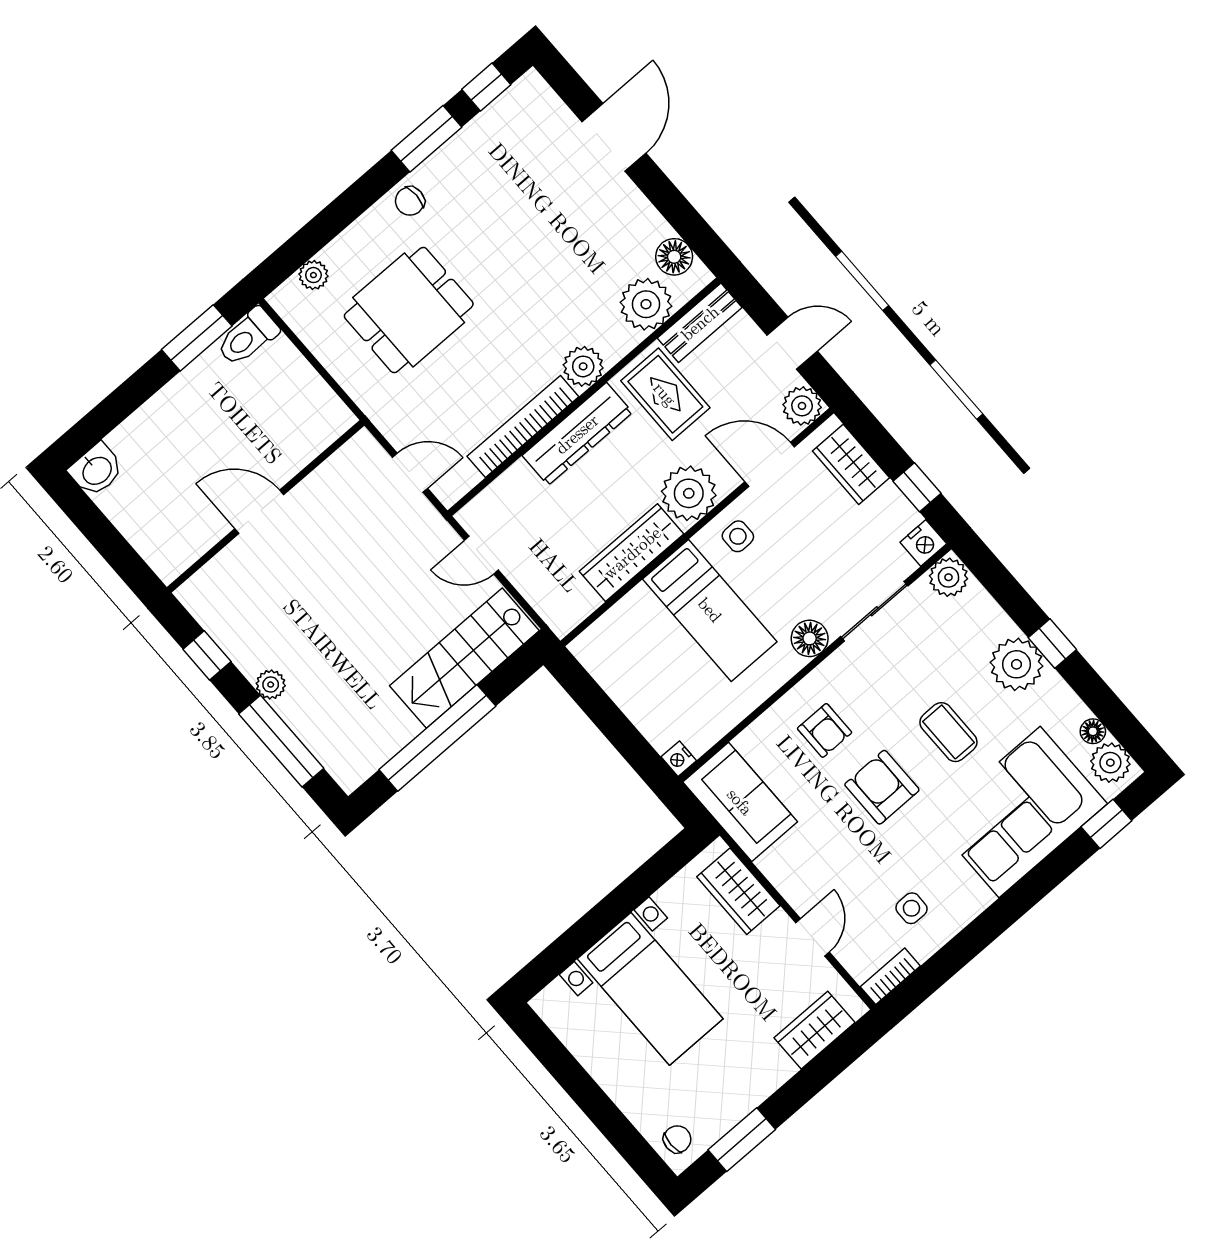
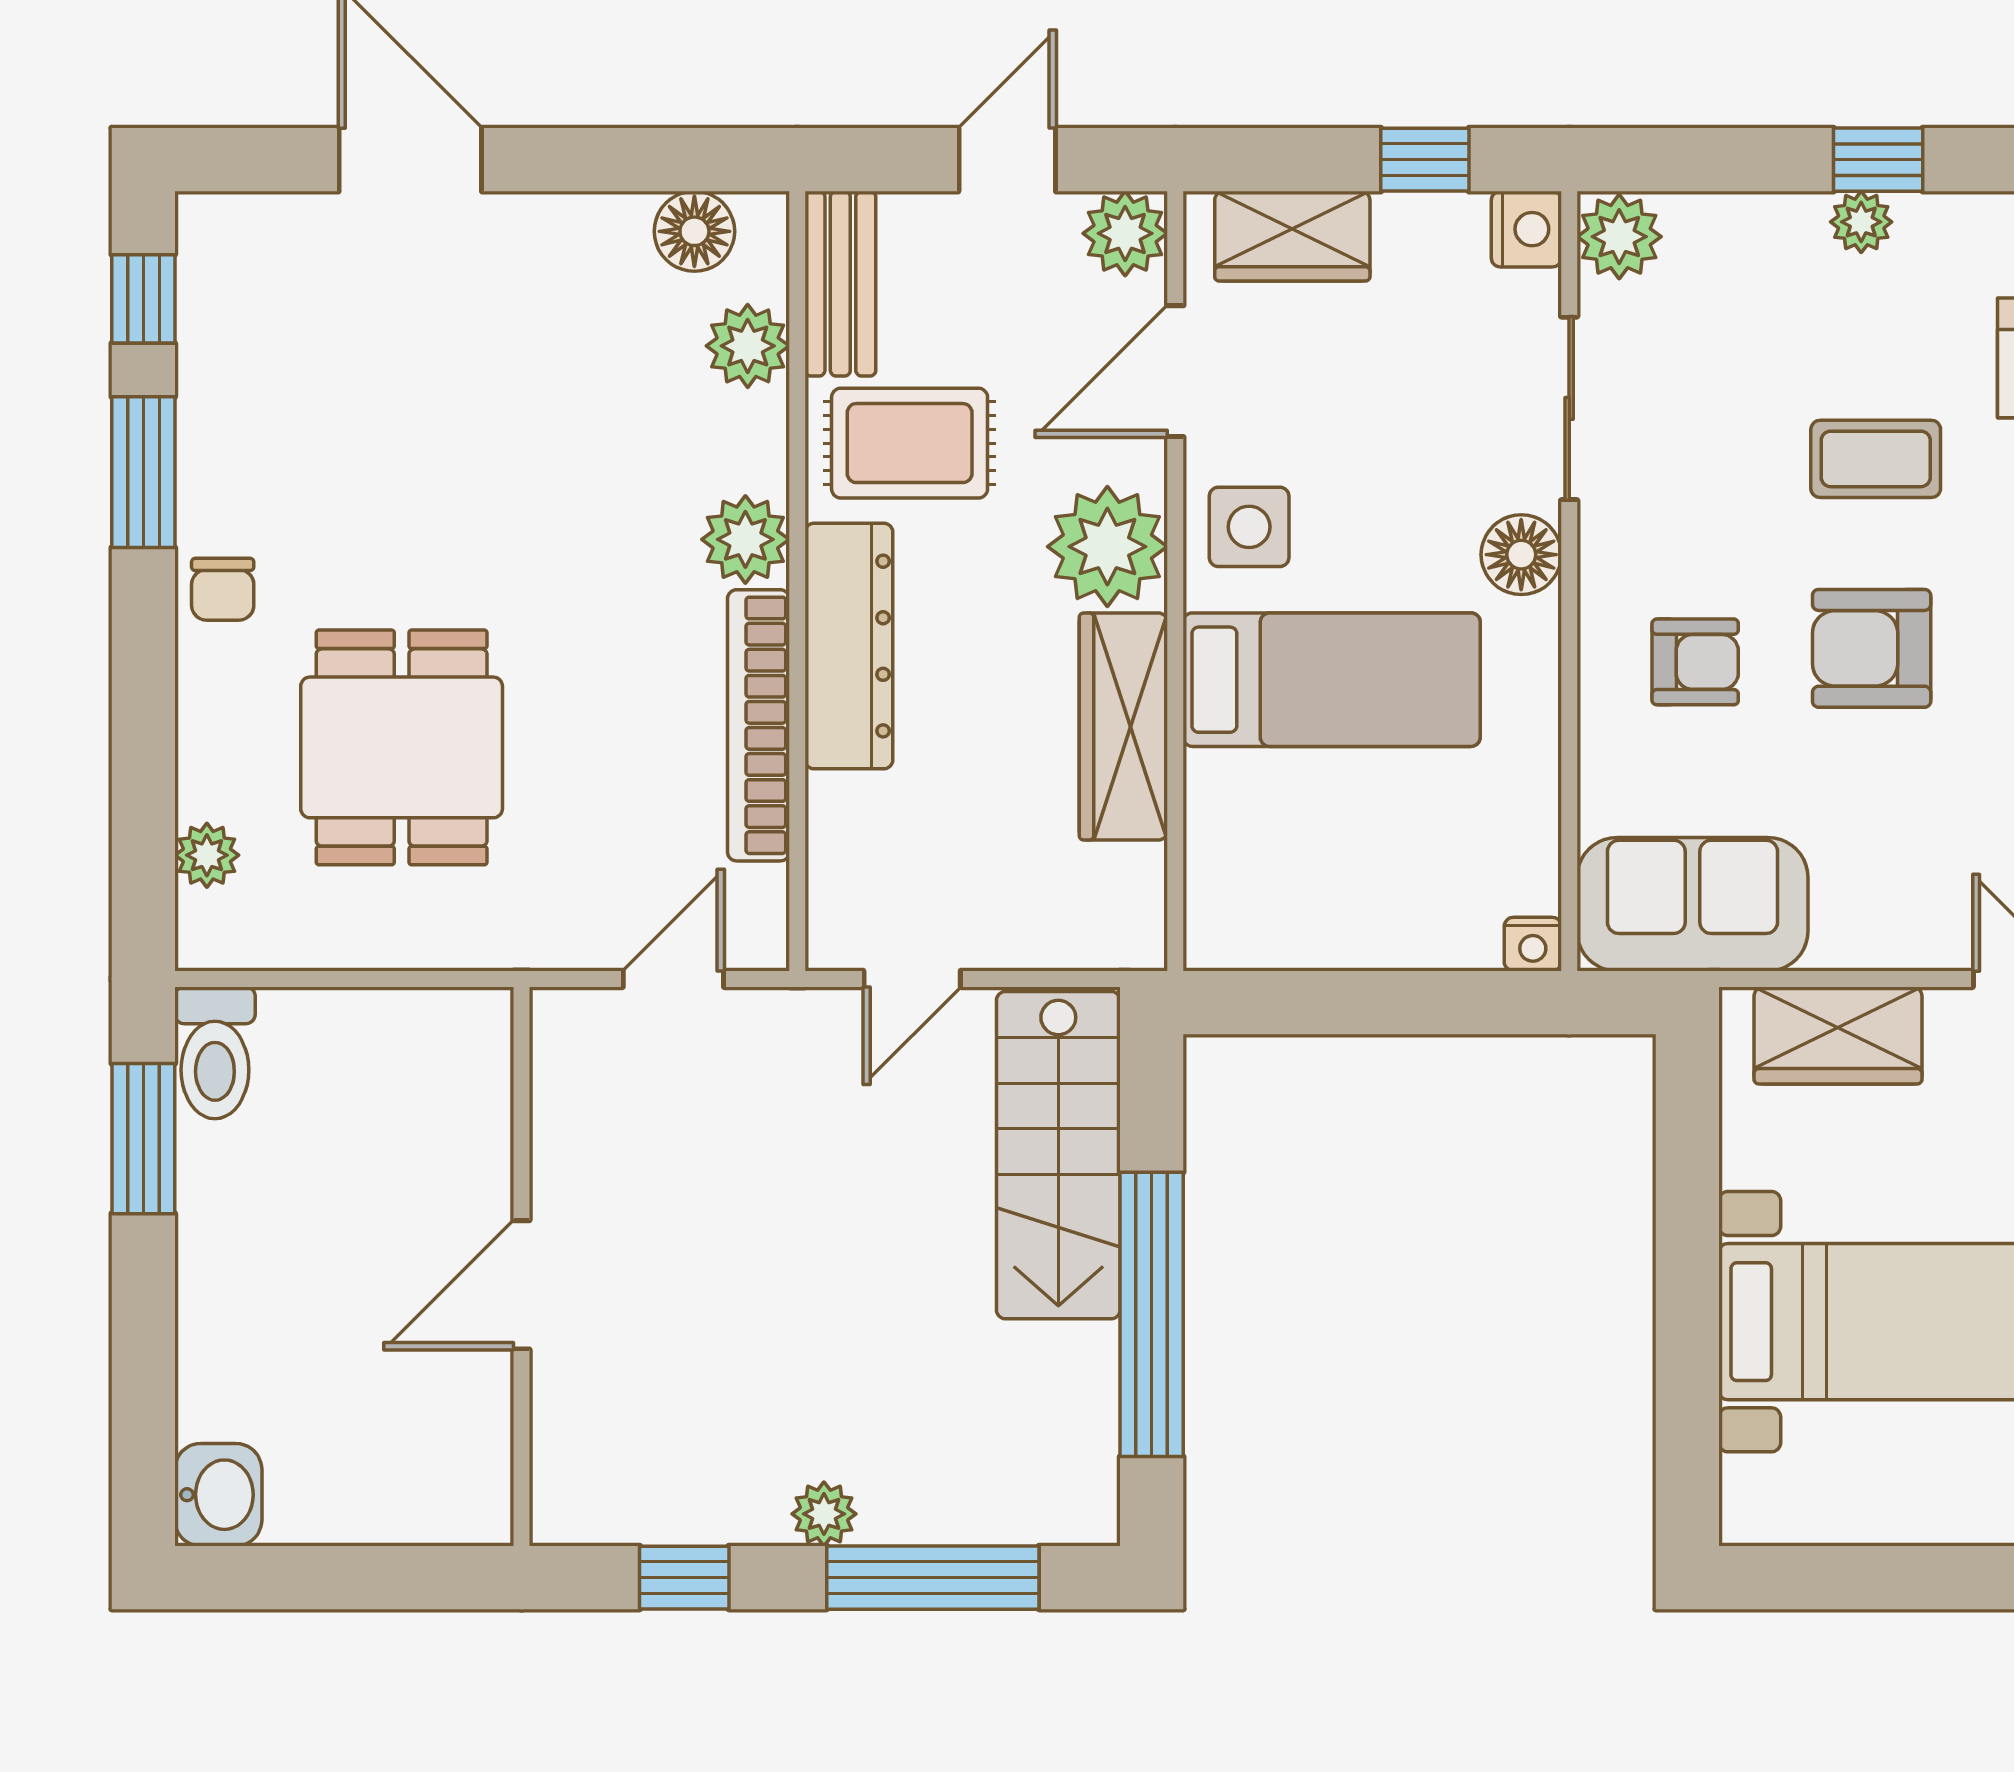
plant: (646, 304) -> (748, 346), width x0.73, depth x0.73
side table: (738, 536) -> (1249, 527), width x1.37, depth x1.37
plant: (1017, 664) -> (1861, 222), width x0.53, depth x0.53

